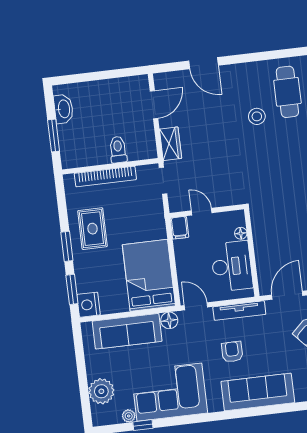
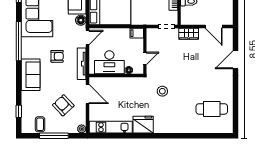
stool: (257, 116) -> (162, 91), moved
door: (202, 212) -> (145, 58), moved
sofa: (258, 392) -> (31, 75), width x0.73
window: (215, 416) -> (19, 41), added

